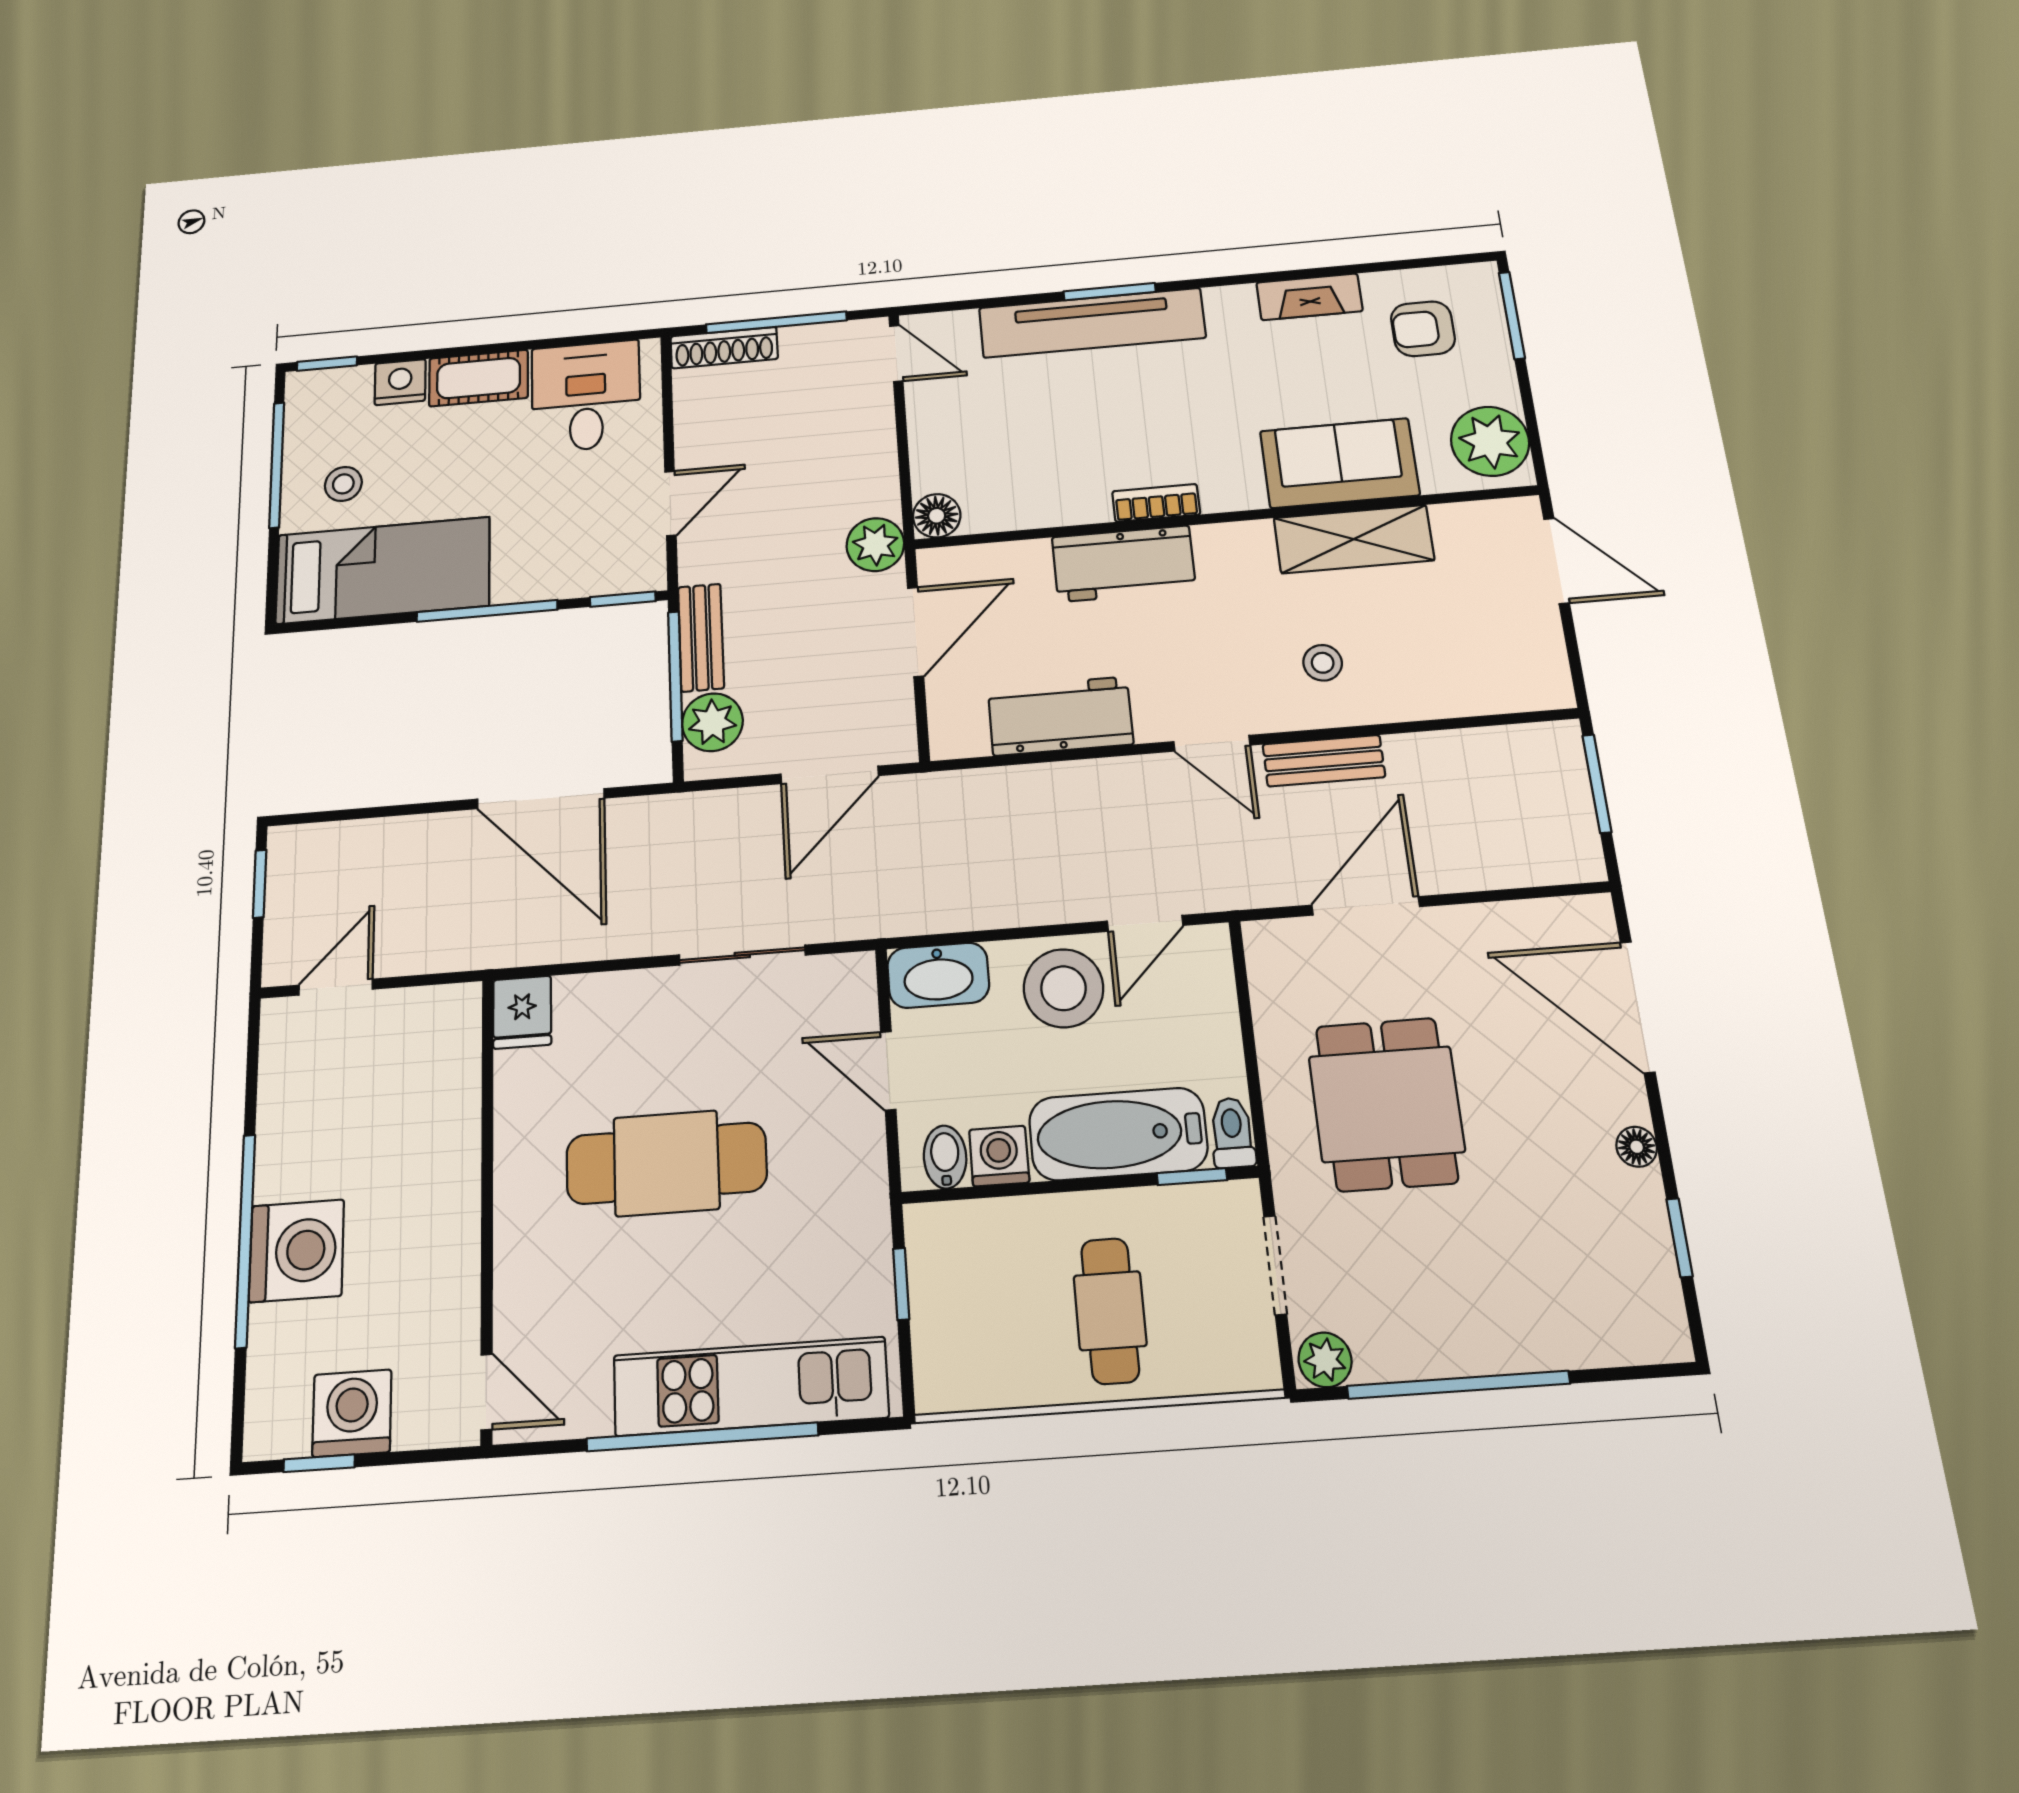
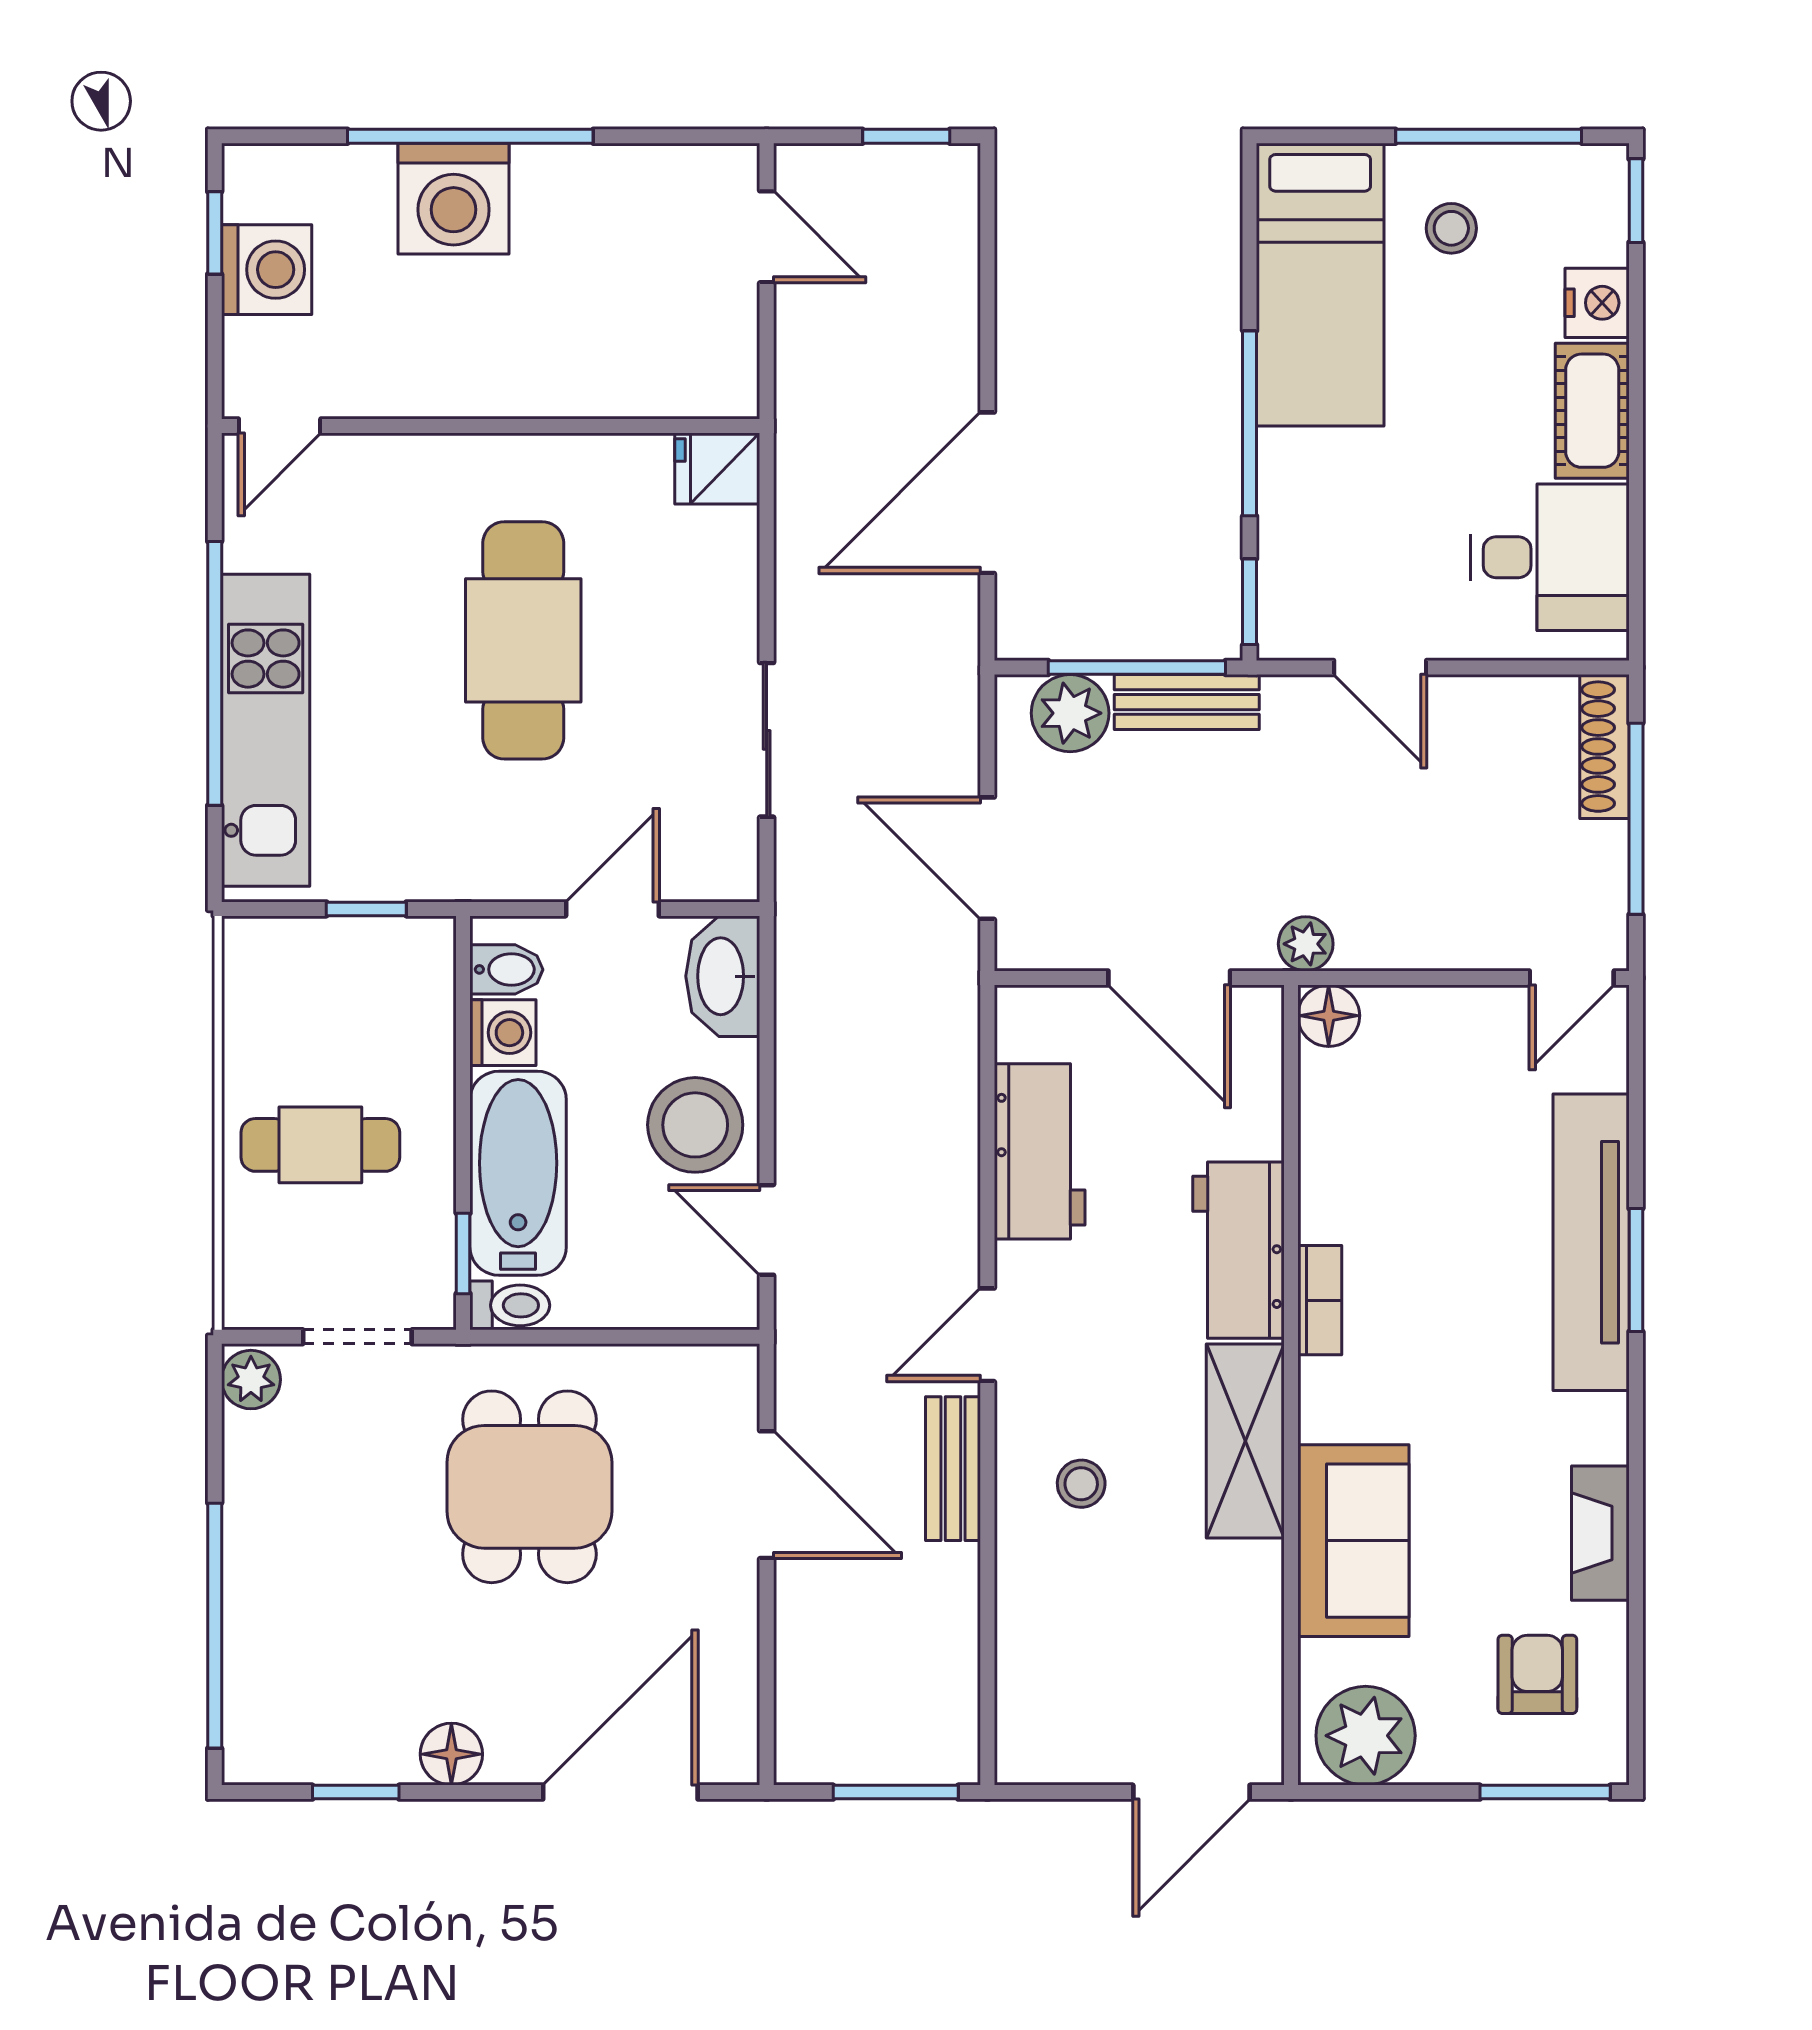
shelving: (1354, 539) -> (1245, 1441), moved
plant: (875, 545) -> (1306, 944), width x0.73, depth x0.73
dining table: (1386, 1104) -> (529, 1487), turned 90
floor lamp: (1637, 1147) -> (451, 1754), width x1.37, depth x1.37
window: (1458, 1385) -> (215, 1626), moved

